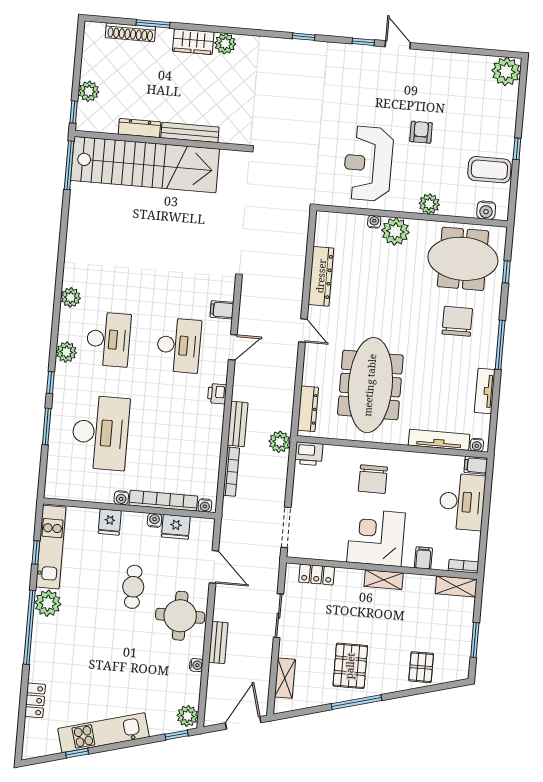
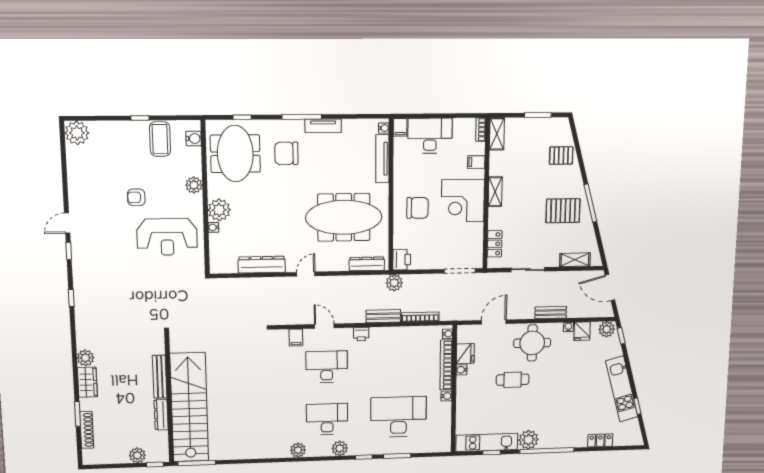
tv unit: (485, 391) -> (323, 126), moved
fridge: (110, 522) -> (582, 331), moved, turned 90

